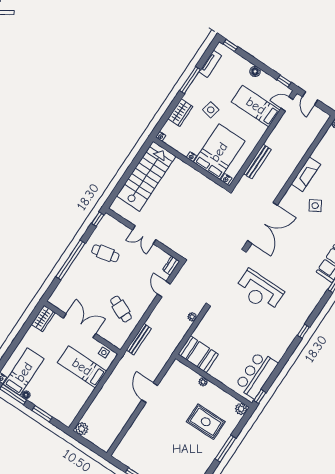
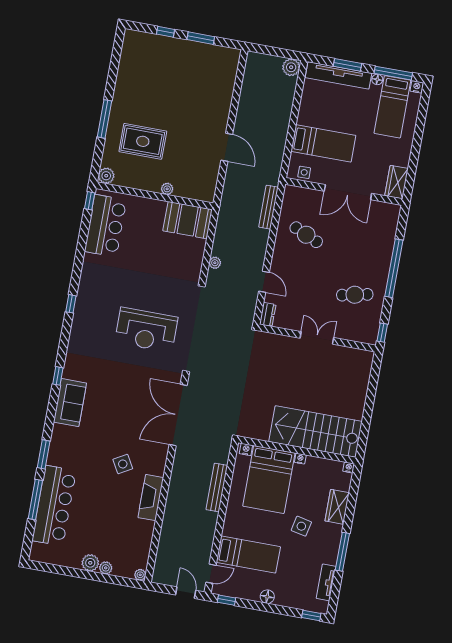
stairs: (146, 176) -> (315, 432), moved, turned 90
reception desk: (259, 291) -> (146, 330), turned 180
tv unit: (52, 409) -> (338, 75), added

